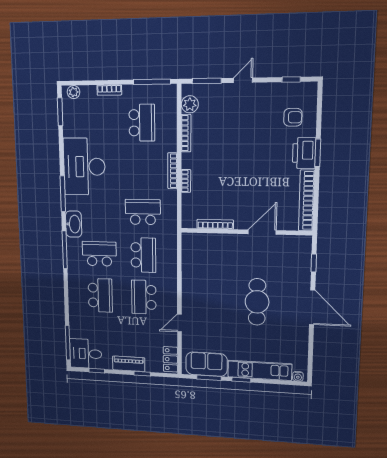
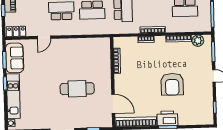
armchair: (293, 117) -> (172, 84), moved, width x1.88, depth x1.88
door: (262, 232) -> (113, 104), moved
cafe table: (257, 302) -> (77, 89), moved
door: (179, 323) -> (44, 37), swing flipped

